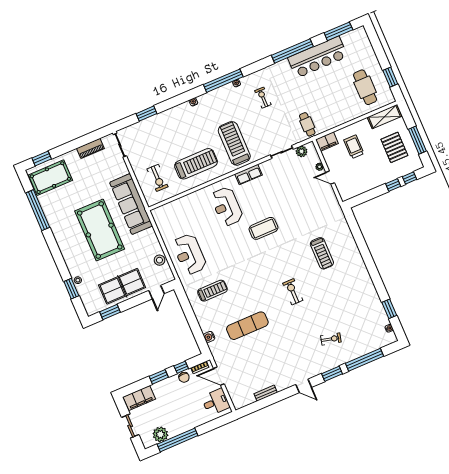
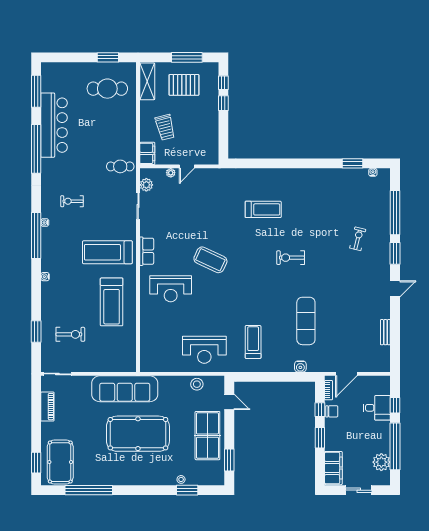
trolley: (354, 147) -> (165, 127), turned -104
treadmill: (196, 164) -> (112, 302), turned 180
exercise bike: (157, 178) -> (70, 334), moved
coffee table: (263, 228) -> (210, 260), turned -65
desk: (216, 402) -> (377, 408), moved, turned 90
window: (210, 426) -> (395, 405), added

